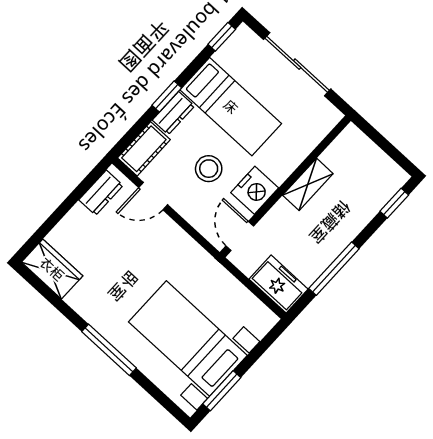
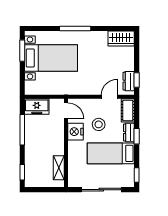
window: (87, 183) -> (137, 80), added
shelving: (308, 184) -> (59, 168), moved

